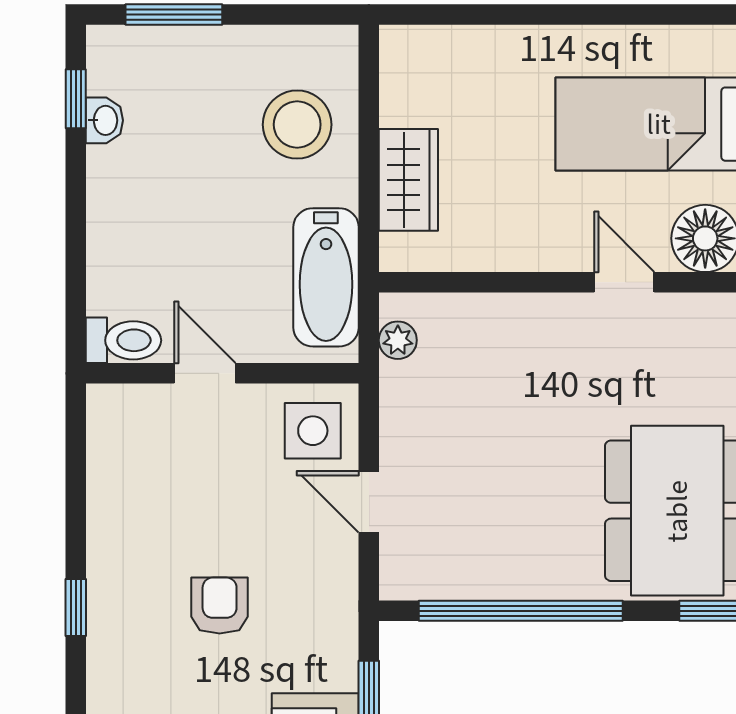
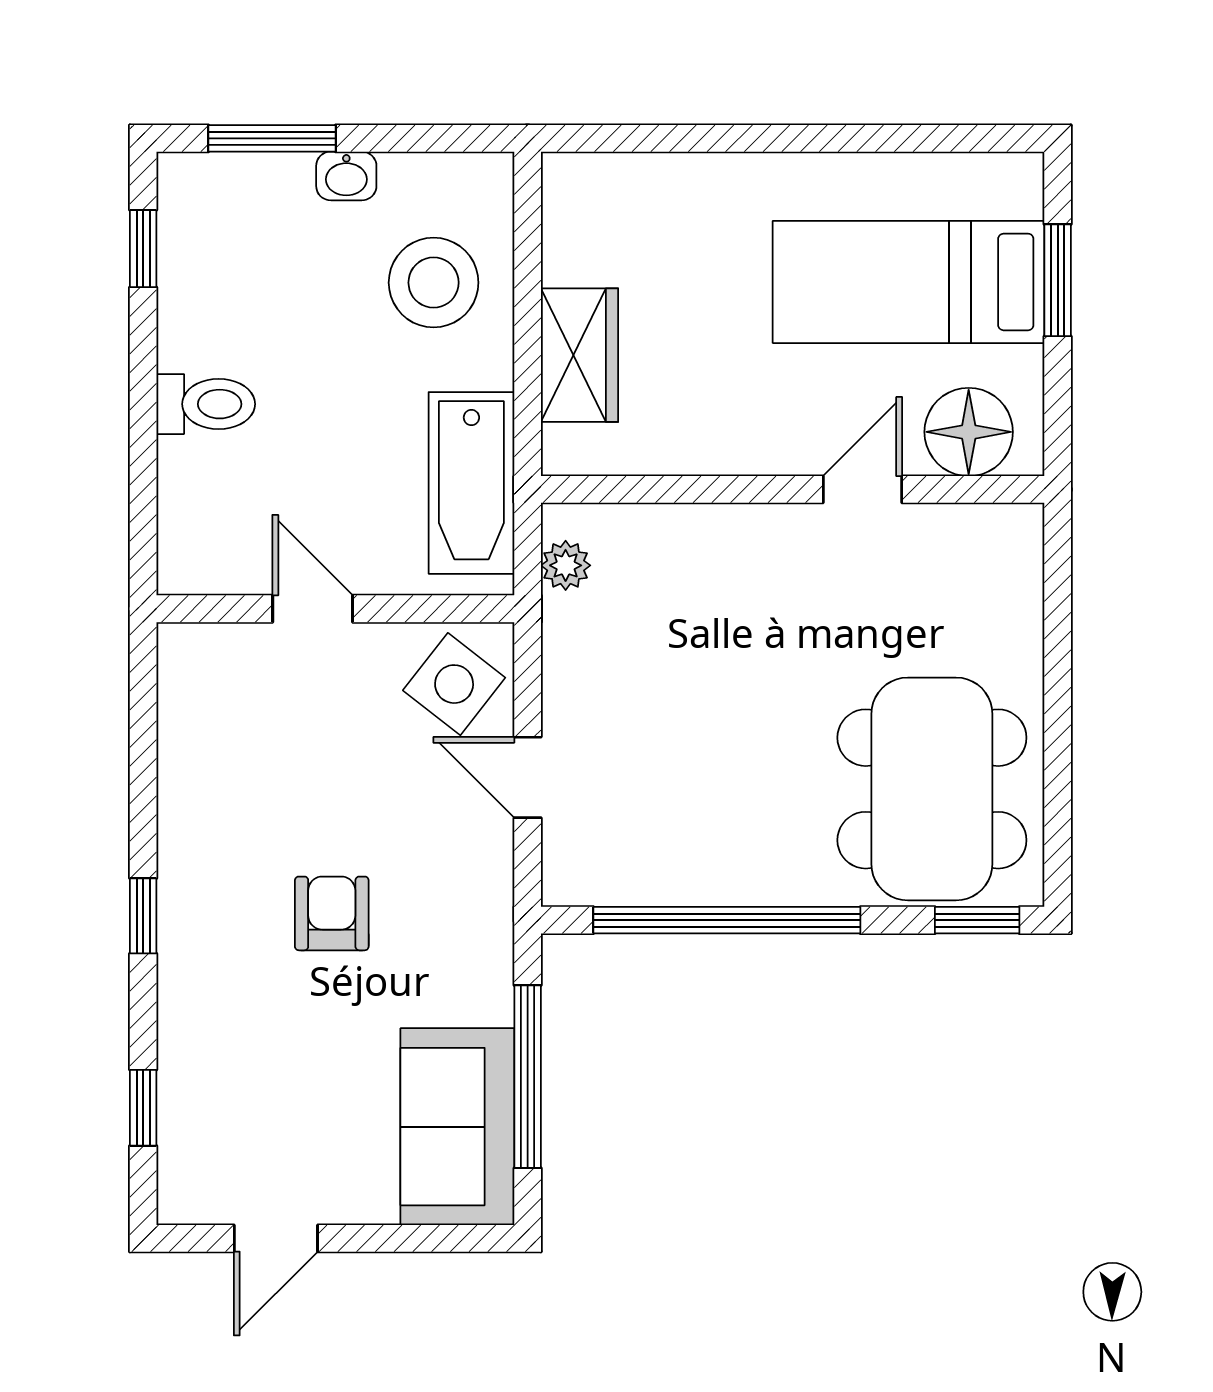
washbasin: (104, 120) -> (346, 176), moved, turned 90
door: (624, 282) -> (863, 489), hinge flipped
toilet: (123, 340) -> (206, 404), moved
side table: (313, 431) -> (454, 684), turned 38

